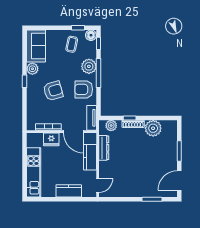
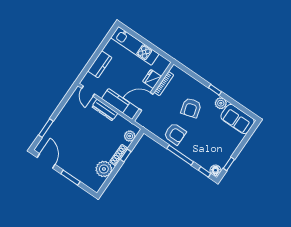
coffee table: (72, 44) -> (219, 149), removed
plant: (89, 66) -> (191, 151), removed
armchair: (84, 89) -> (175, 134), turned 90
tv unit: (92, 118) -> (147, 124), removed
dresser: (104, 148) -> (105, 110), moved

